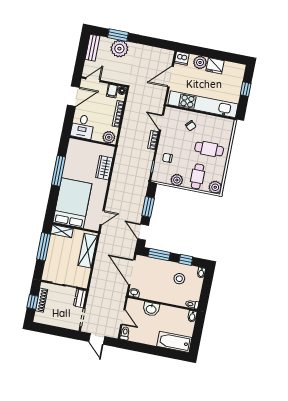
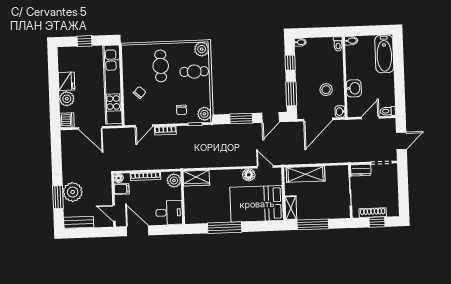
wardrobe: (104, 168) -> (196, 178), moved
plant: (177, 180) -> (204, 114), moved
floor lamp: (99, 202) -> (249, 175), added
stool: (179, 279) -> (326, 90), moved

